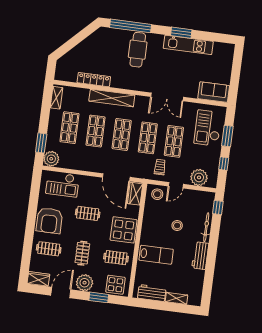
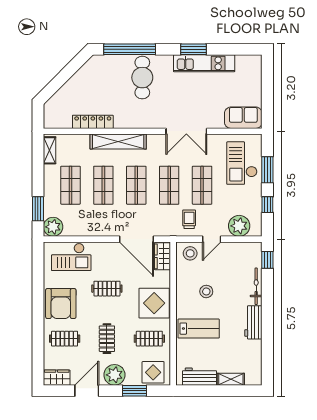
stool: (177, 226) -> (206, 291), moved

